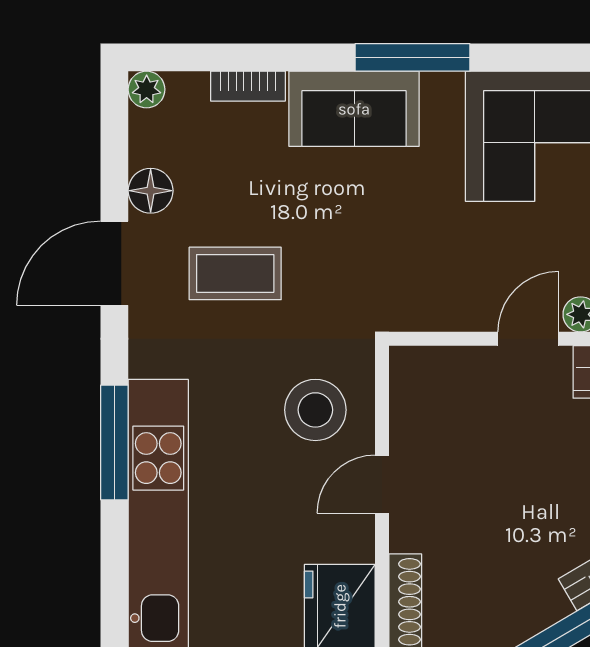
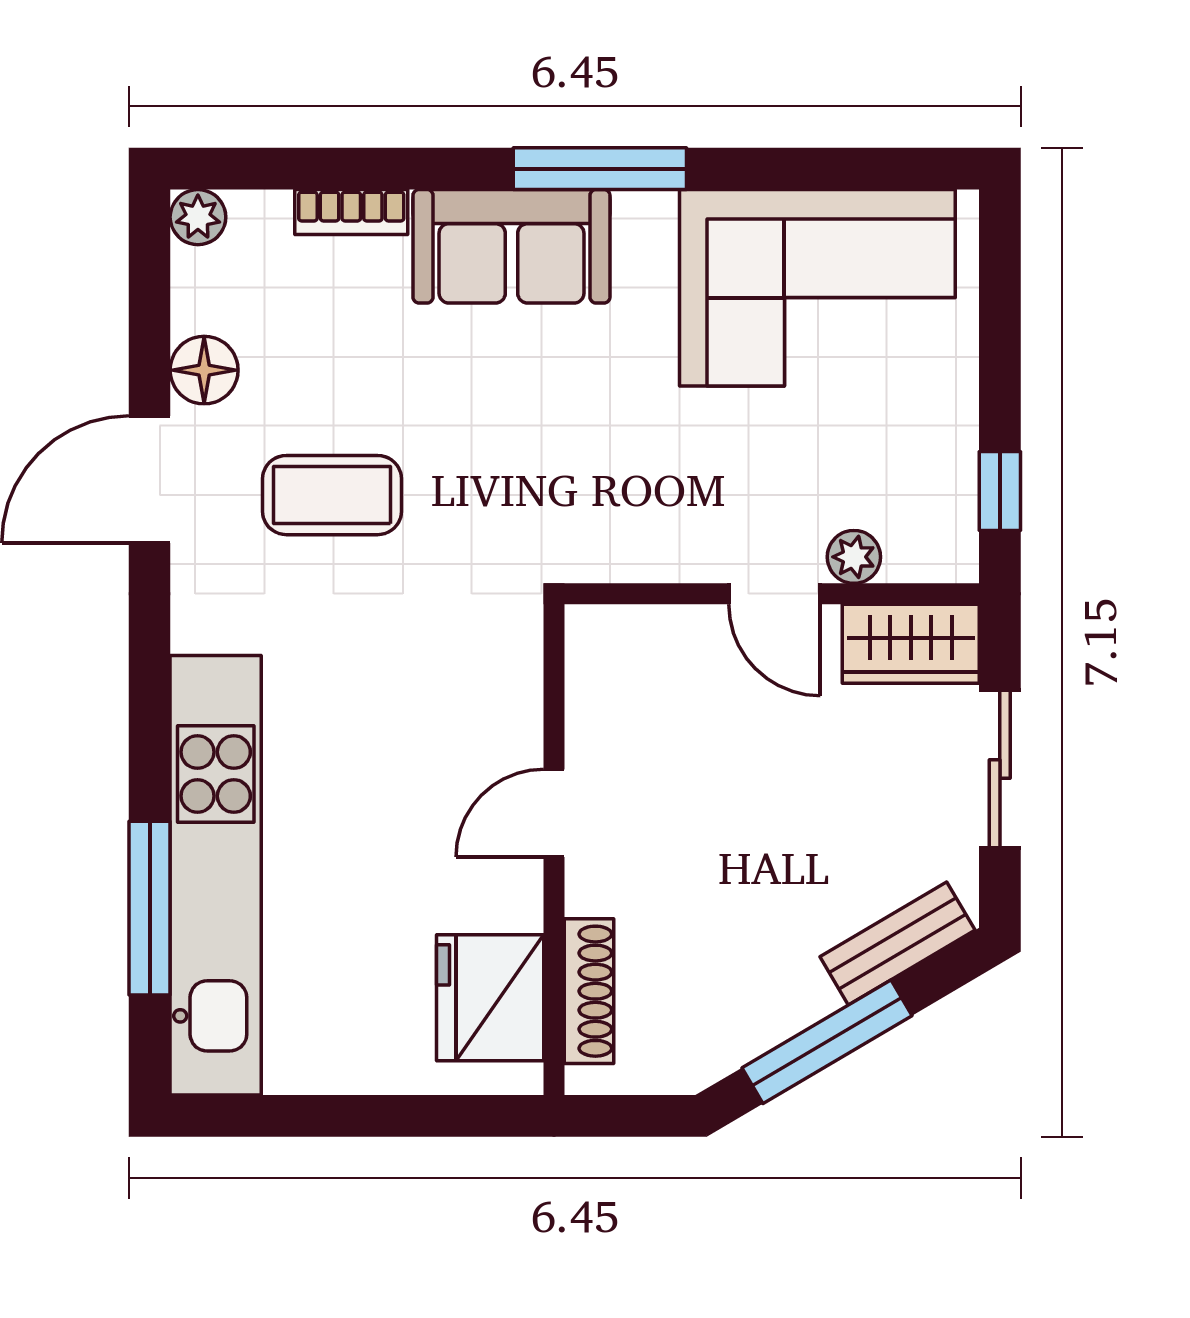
door: (528, 339) -> (774, 594), swing flipped
stool: (315, 410) -> (453, 701), removed
window: (114, 442) -> (150, 908), moved

